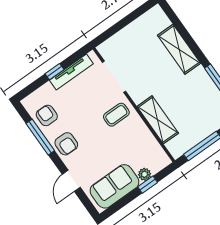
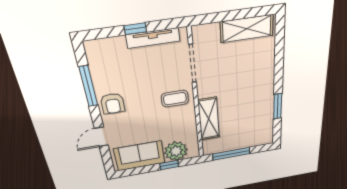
shelving: (179, 49) -> (247, 29), moved, turned 90
armchair: (47, 115) -> (105, 69), removed
plant: (145, 174) -> (176, 151), width x1.88, depth x1.88

